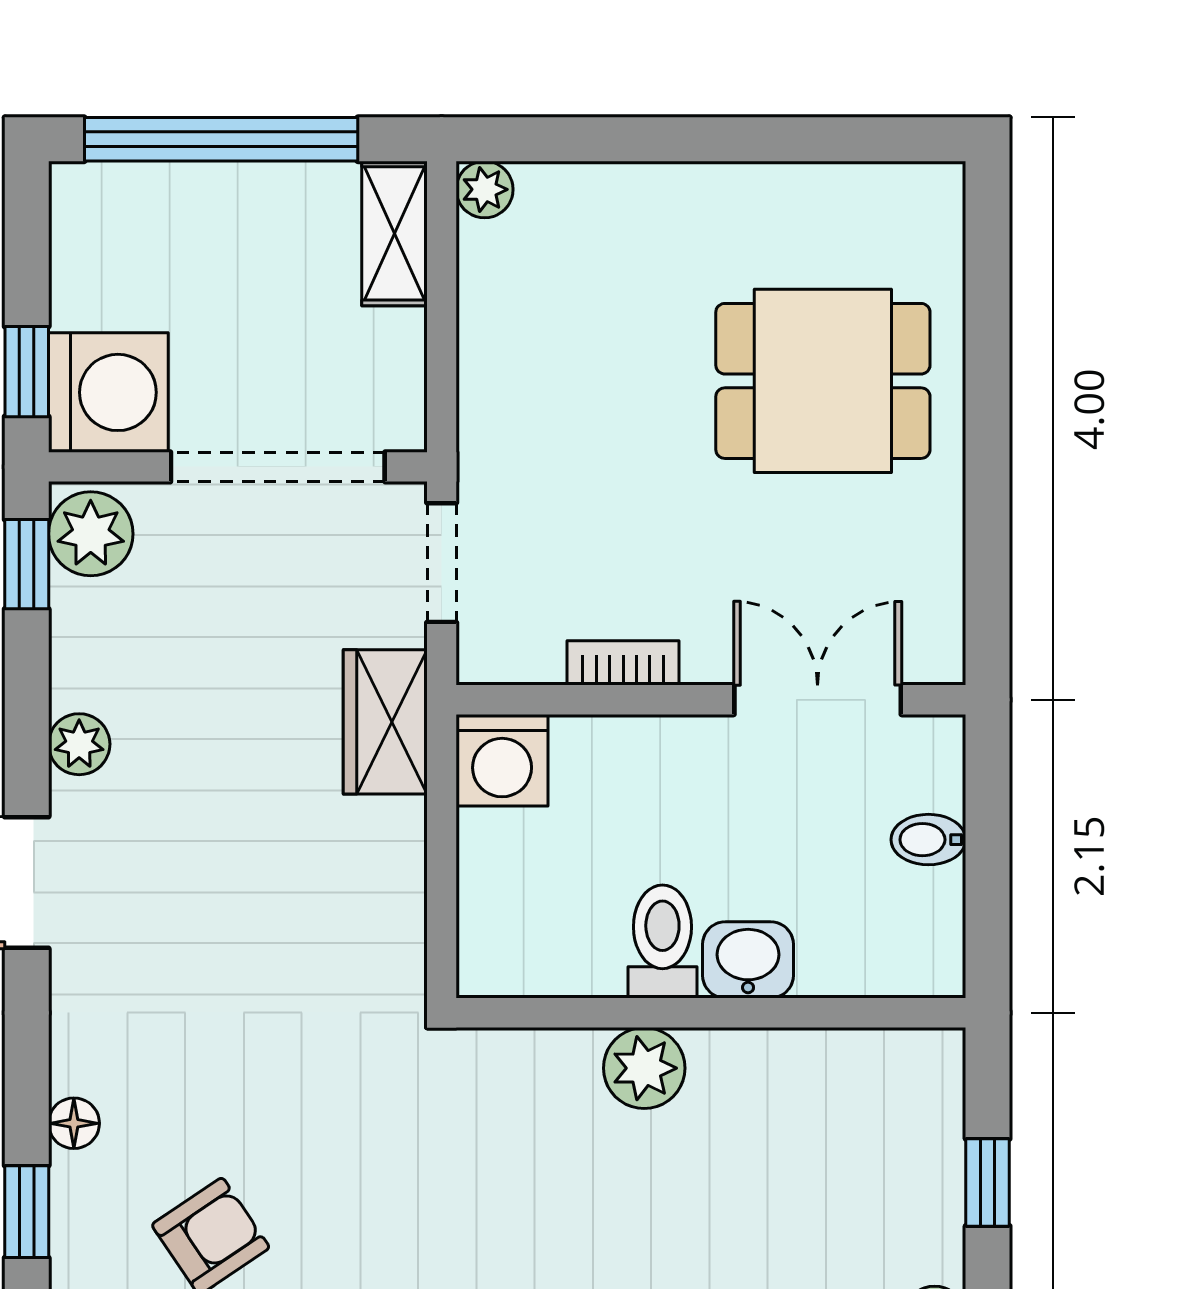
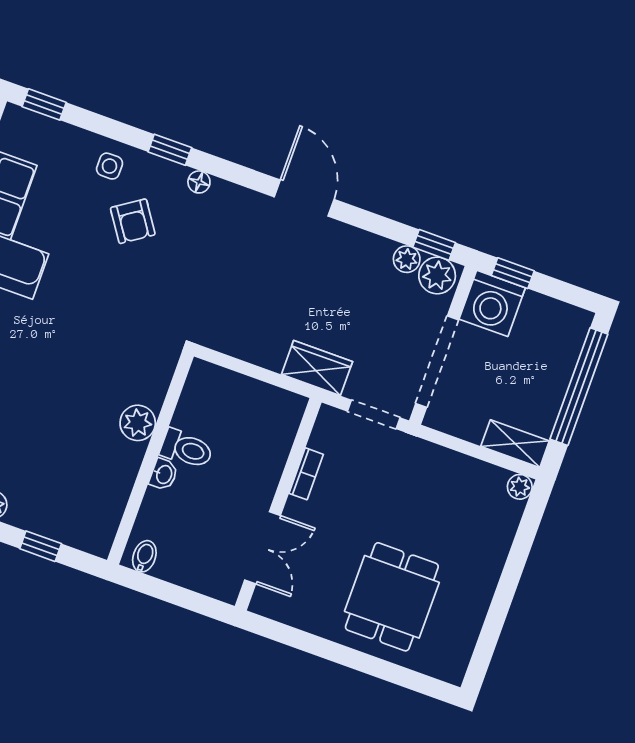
plant: (79, 744) -> (407, 259), moved
washing machine: (502, 760) -> (284, 410), removed
bidet: (928, 840) -> (144, 556), moved
washbasin: (748, 960) -> (164, 474), width x0.72, depth x0.69

